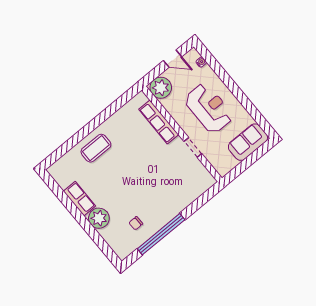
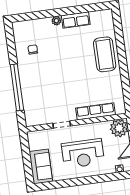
coffee table: (96, 148) -> (105, 54), width x1.36, depth x1.32
plant: (99, 218) -> (56, 21), width x0.53, depth x0.53
window: (161, 234) -> (17, 87), moved

